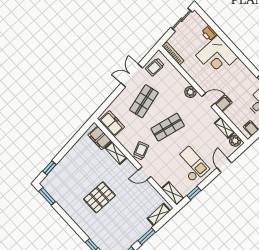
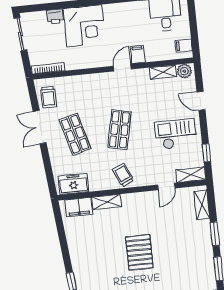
plant: (190, 92) -> (101, 80), removed
door: (144, 173) -> (166, 187), moved

